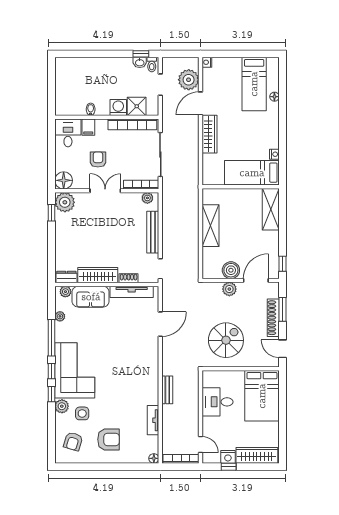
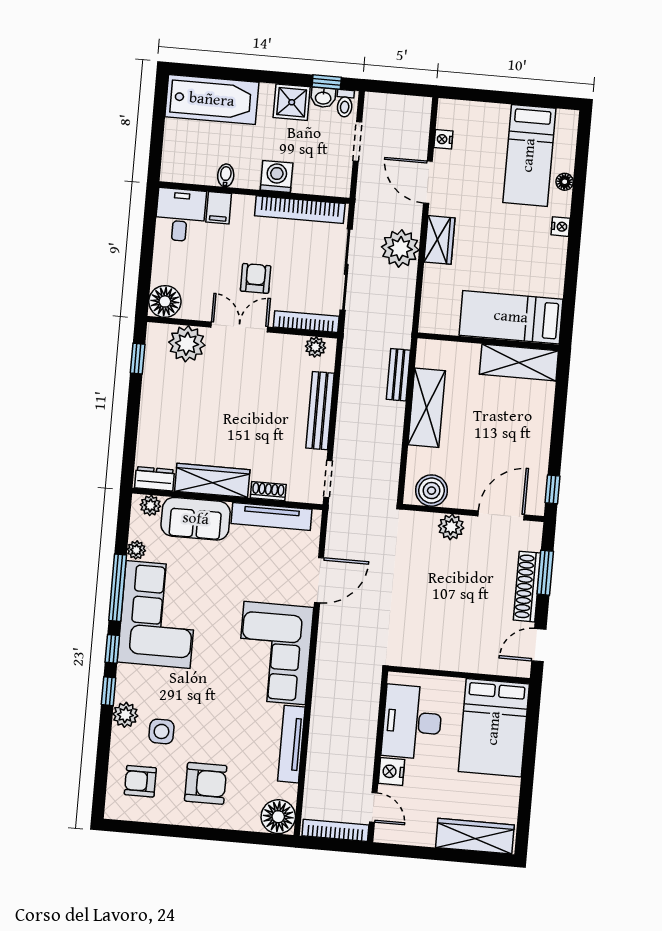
nightstand: (207, 62) -> (443, 139), moved
bathtub: (80, 69) -> (212, 100), added
plant: (189, 80) -> (400, 248), moved
door: (200, 103) -> (428, 182), hinge flipped
shower: (137, 106) -> (292, 102), moved
wardrobe: (209, 134) -> (439, 240), width x0.67
nightstand: (274, 154) -> (561, 227), moved
armchair: (98, 160) -> (256, 278), moved
plant: (65, 202) -> (187, 344), moved
shelving: (271, 209) -> (519, 362), moved, turned 90
boiler: (231, 270) -> (431, 491), moved
spiral stairs: (226, 340) -> (437, 620), removed
door: (282, 349) -> (539, 645), hinge flipped
corner sofa: (140, 366) -> (275, 653), added
corner sofa: (75, 370) -> (158, 614), moved
bench: (167, 390) -> (398, 375), moved
desk: (217, 402) -> (412, 722), width x1.37
tv unit: (153, 420) -> (291, 744), width x1.41
armchair: (73, 441) -> (140, 781), turned 73
nightstand: (228, 457) -> (391, 771), moved, turned 90
floor lamp: (154, 458) -> (278, 817), width x1.89, depth x1.89
window: (229, 467) -> (421, 852), removed

